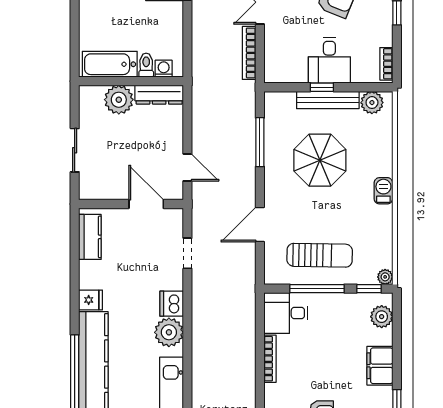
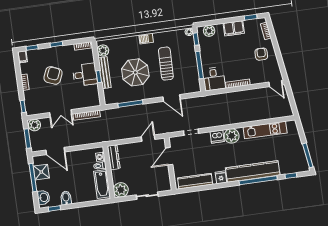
plant: (119, 100) -> (121, 190), moved
kitchen counter: (90, 237) -> (195, 181), width x1.50
sun lounger: (320, 255) -> (166, 64), moved

